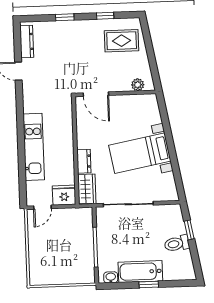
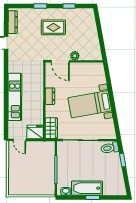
rug: (122, 41) -> (53, 27), moved
plant: (138, 85) -> (75, 56), moved
dresser: (84, 161) -> (50, 96), moved
door: (42, 207) -> (19, 140), hinge flipped
toilet: (177, 244) -> (110, 148), moved

